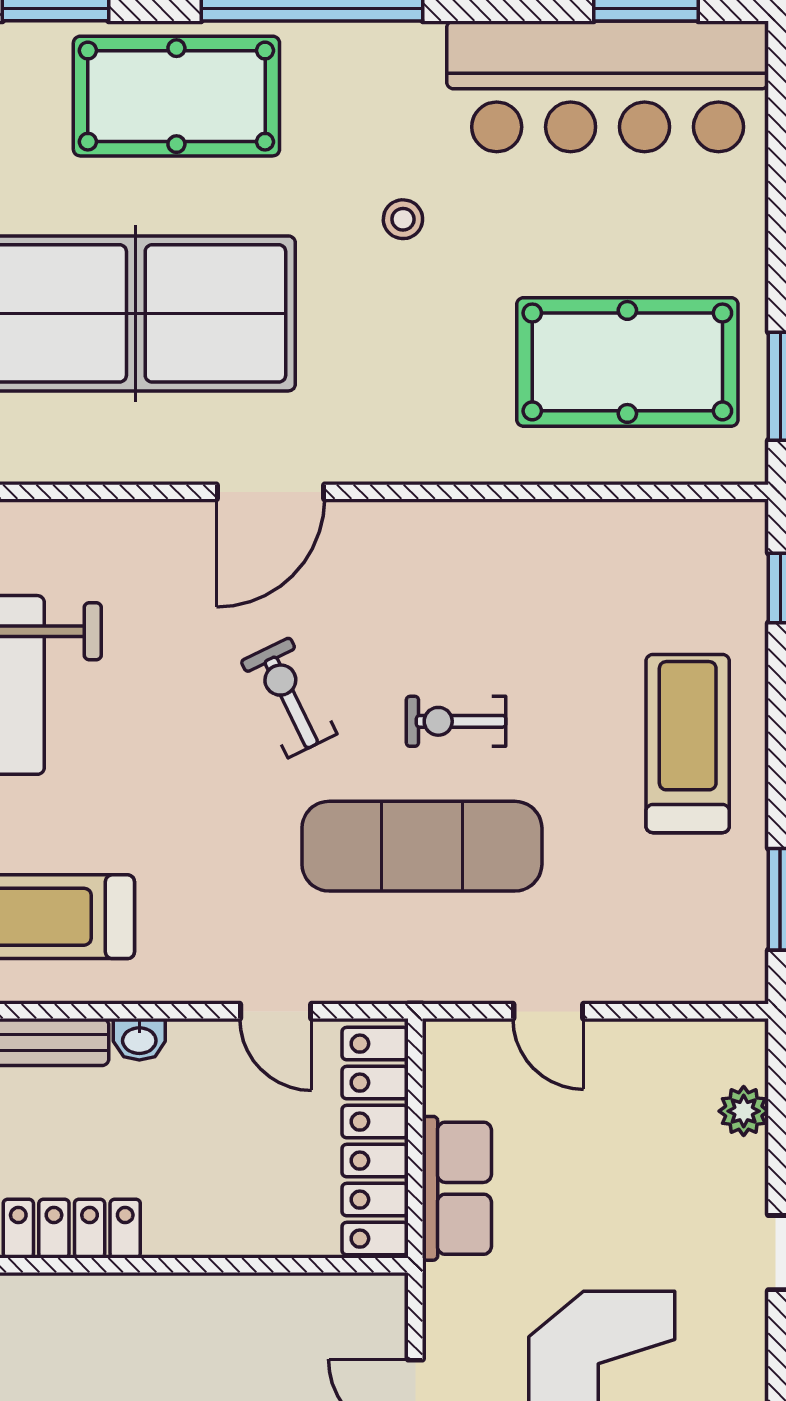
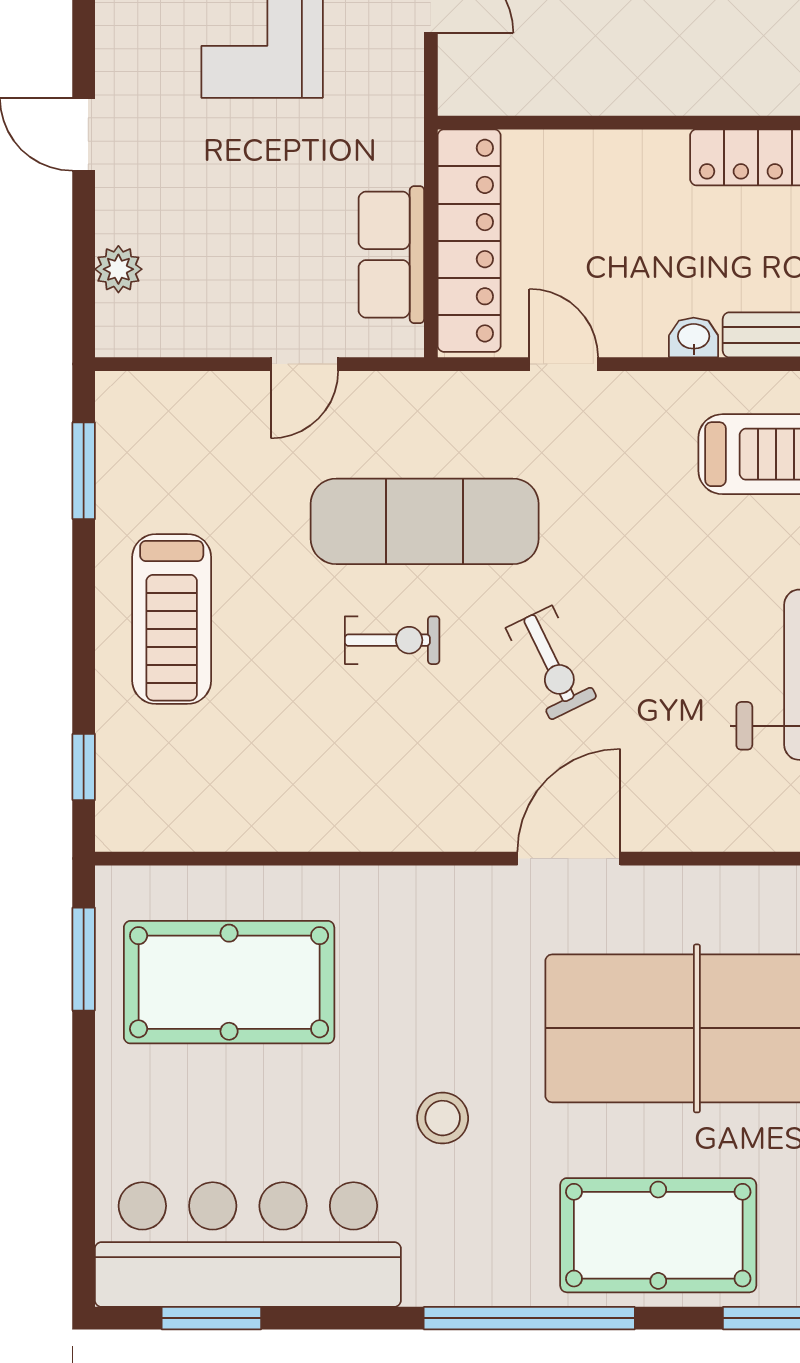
stool: (403, 219) -> (443, 1118), width x1.37, depth x1.37
door: (548, 1011) -> (304, 364), swing flipped
row of seats: (457, 1188) -> (391, 255), moved

